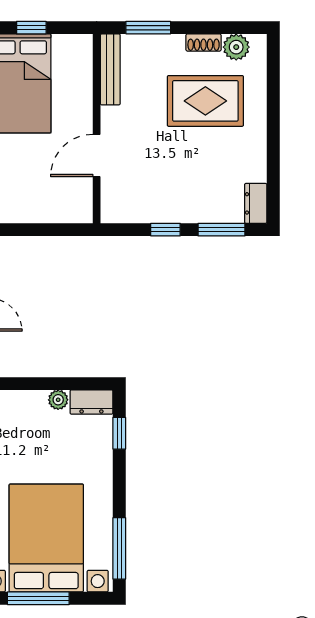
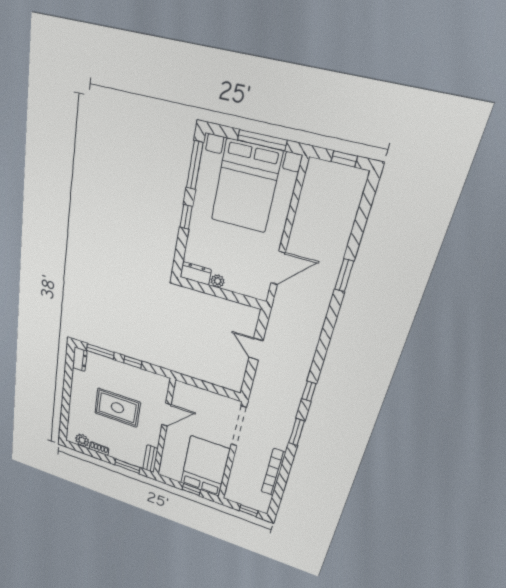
bench: (110, 69) -> (150, 459), width x0.73
rug: (205, 101) -> (117, 408), moved
window: (119, 433) -> (186, 217), moved

